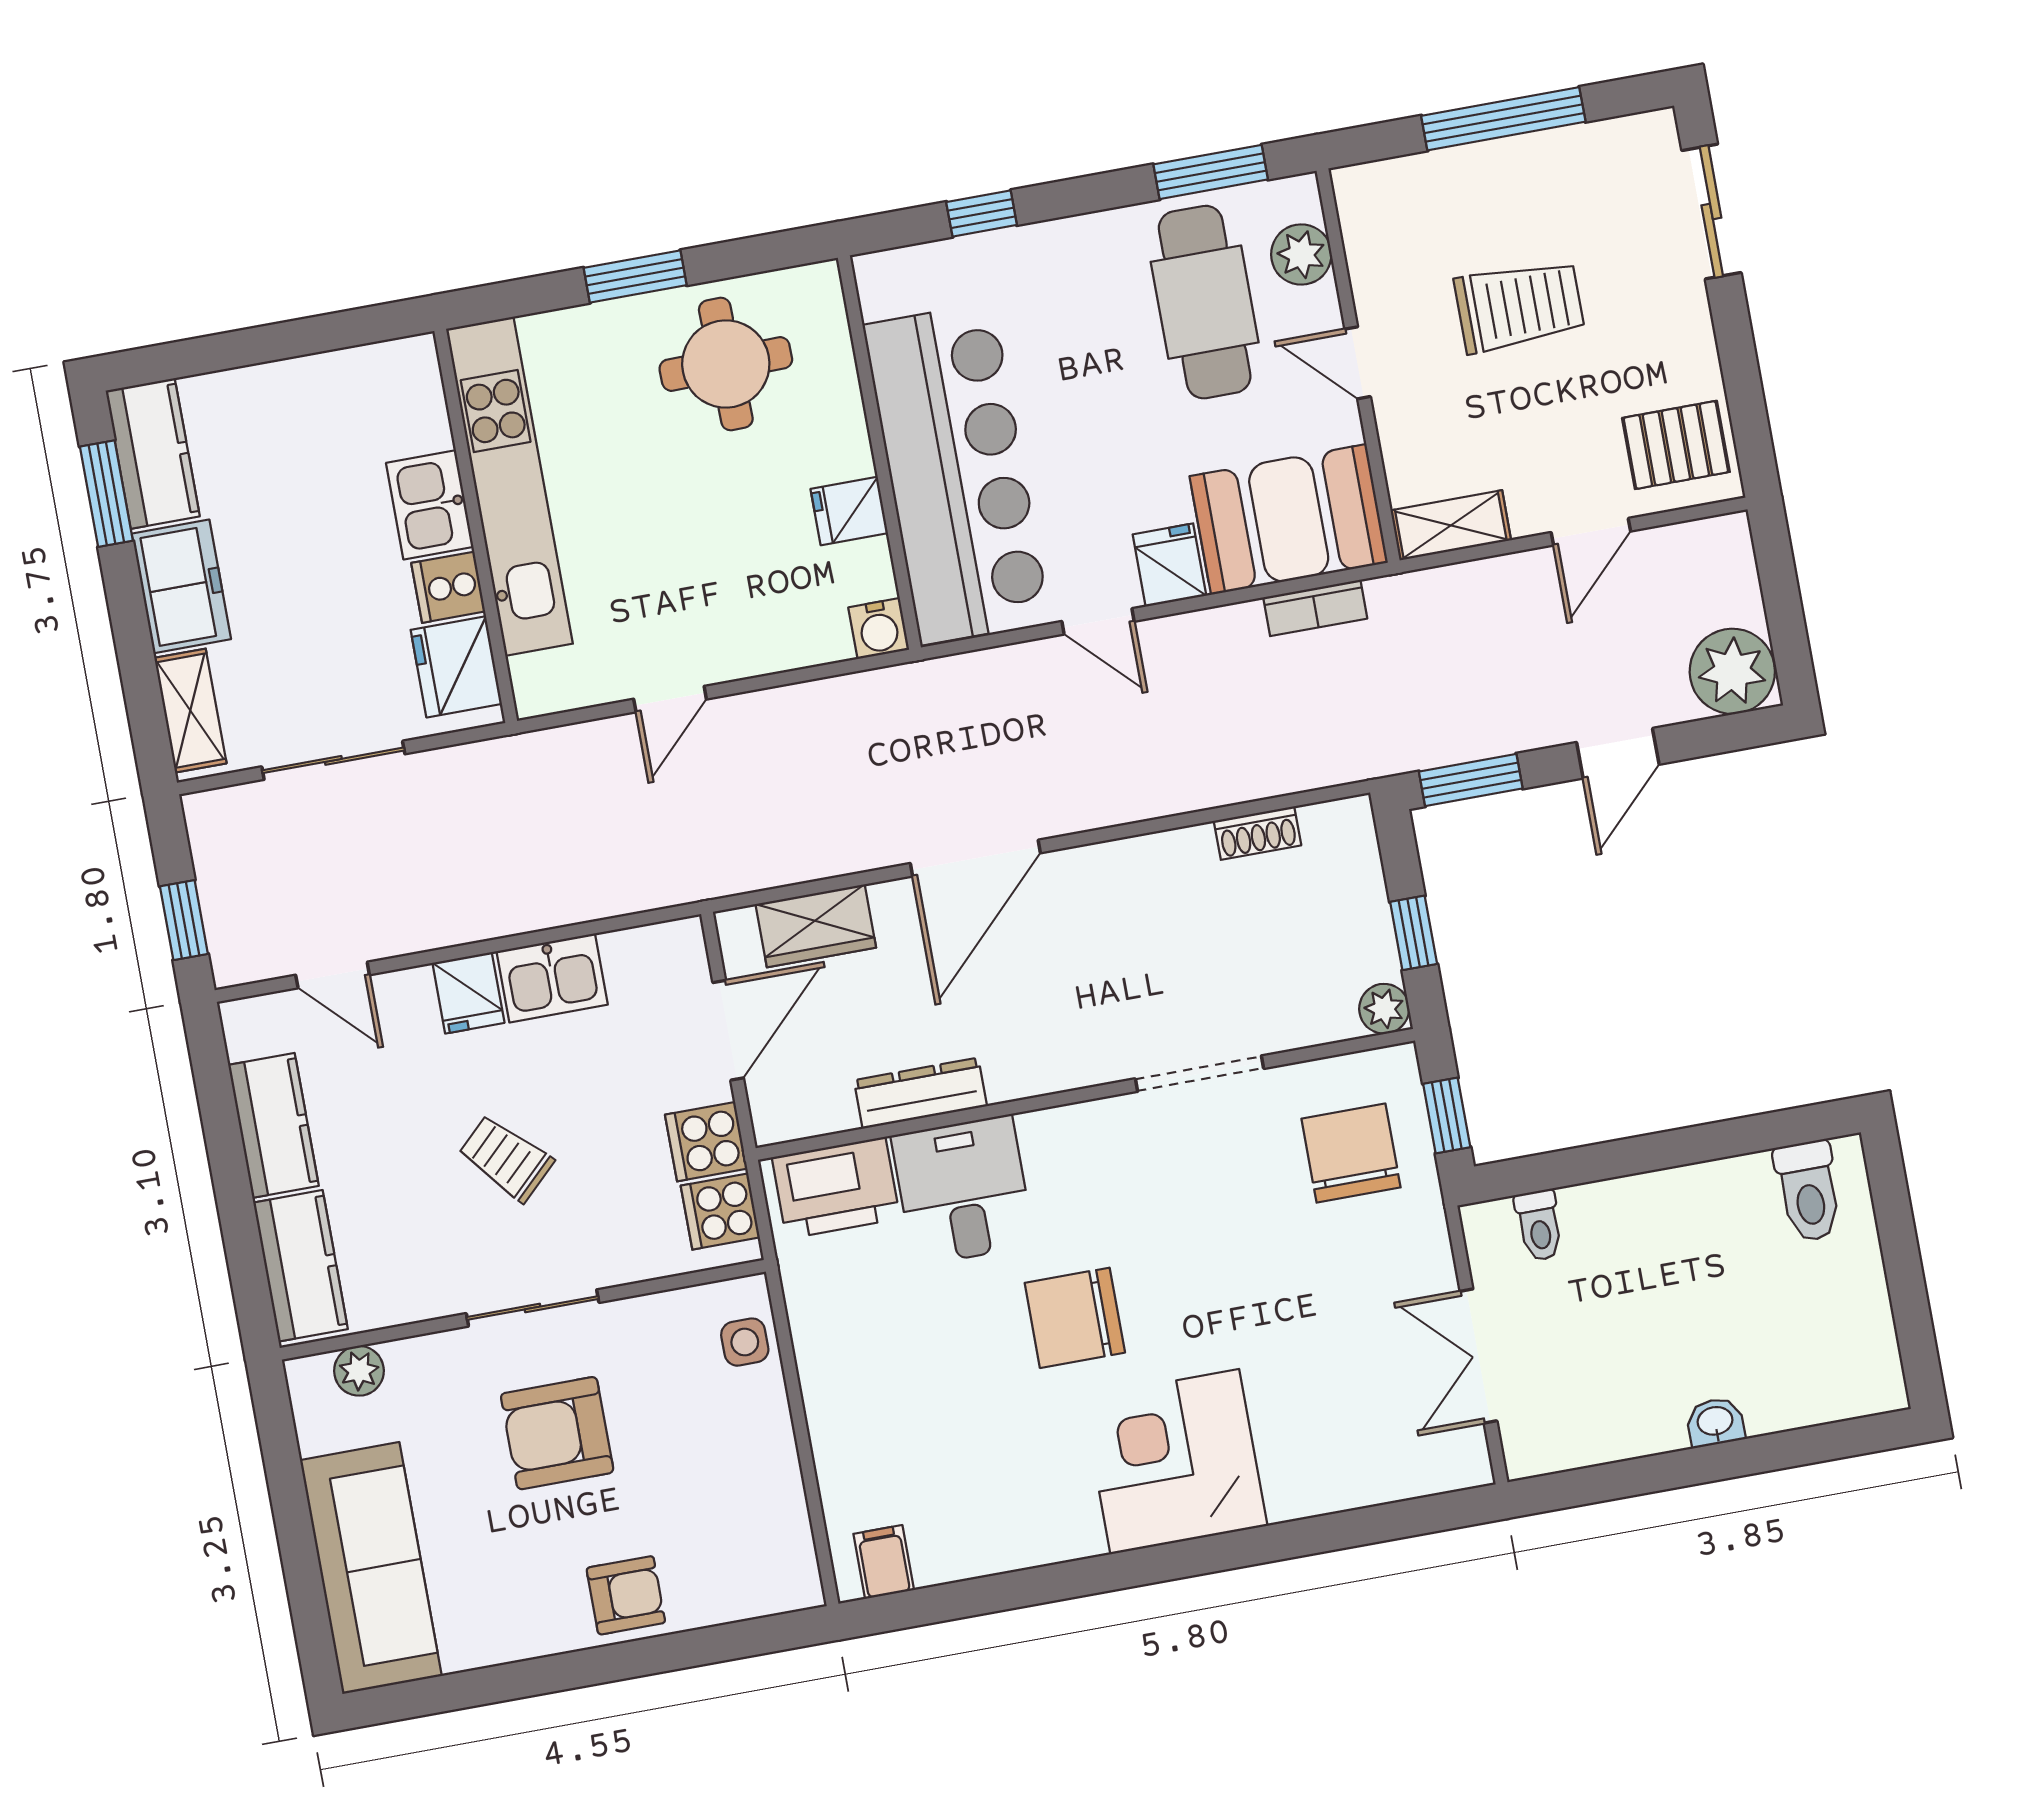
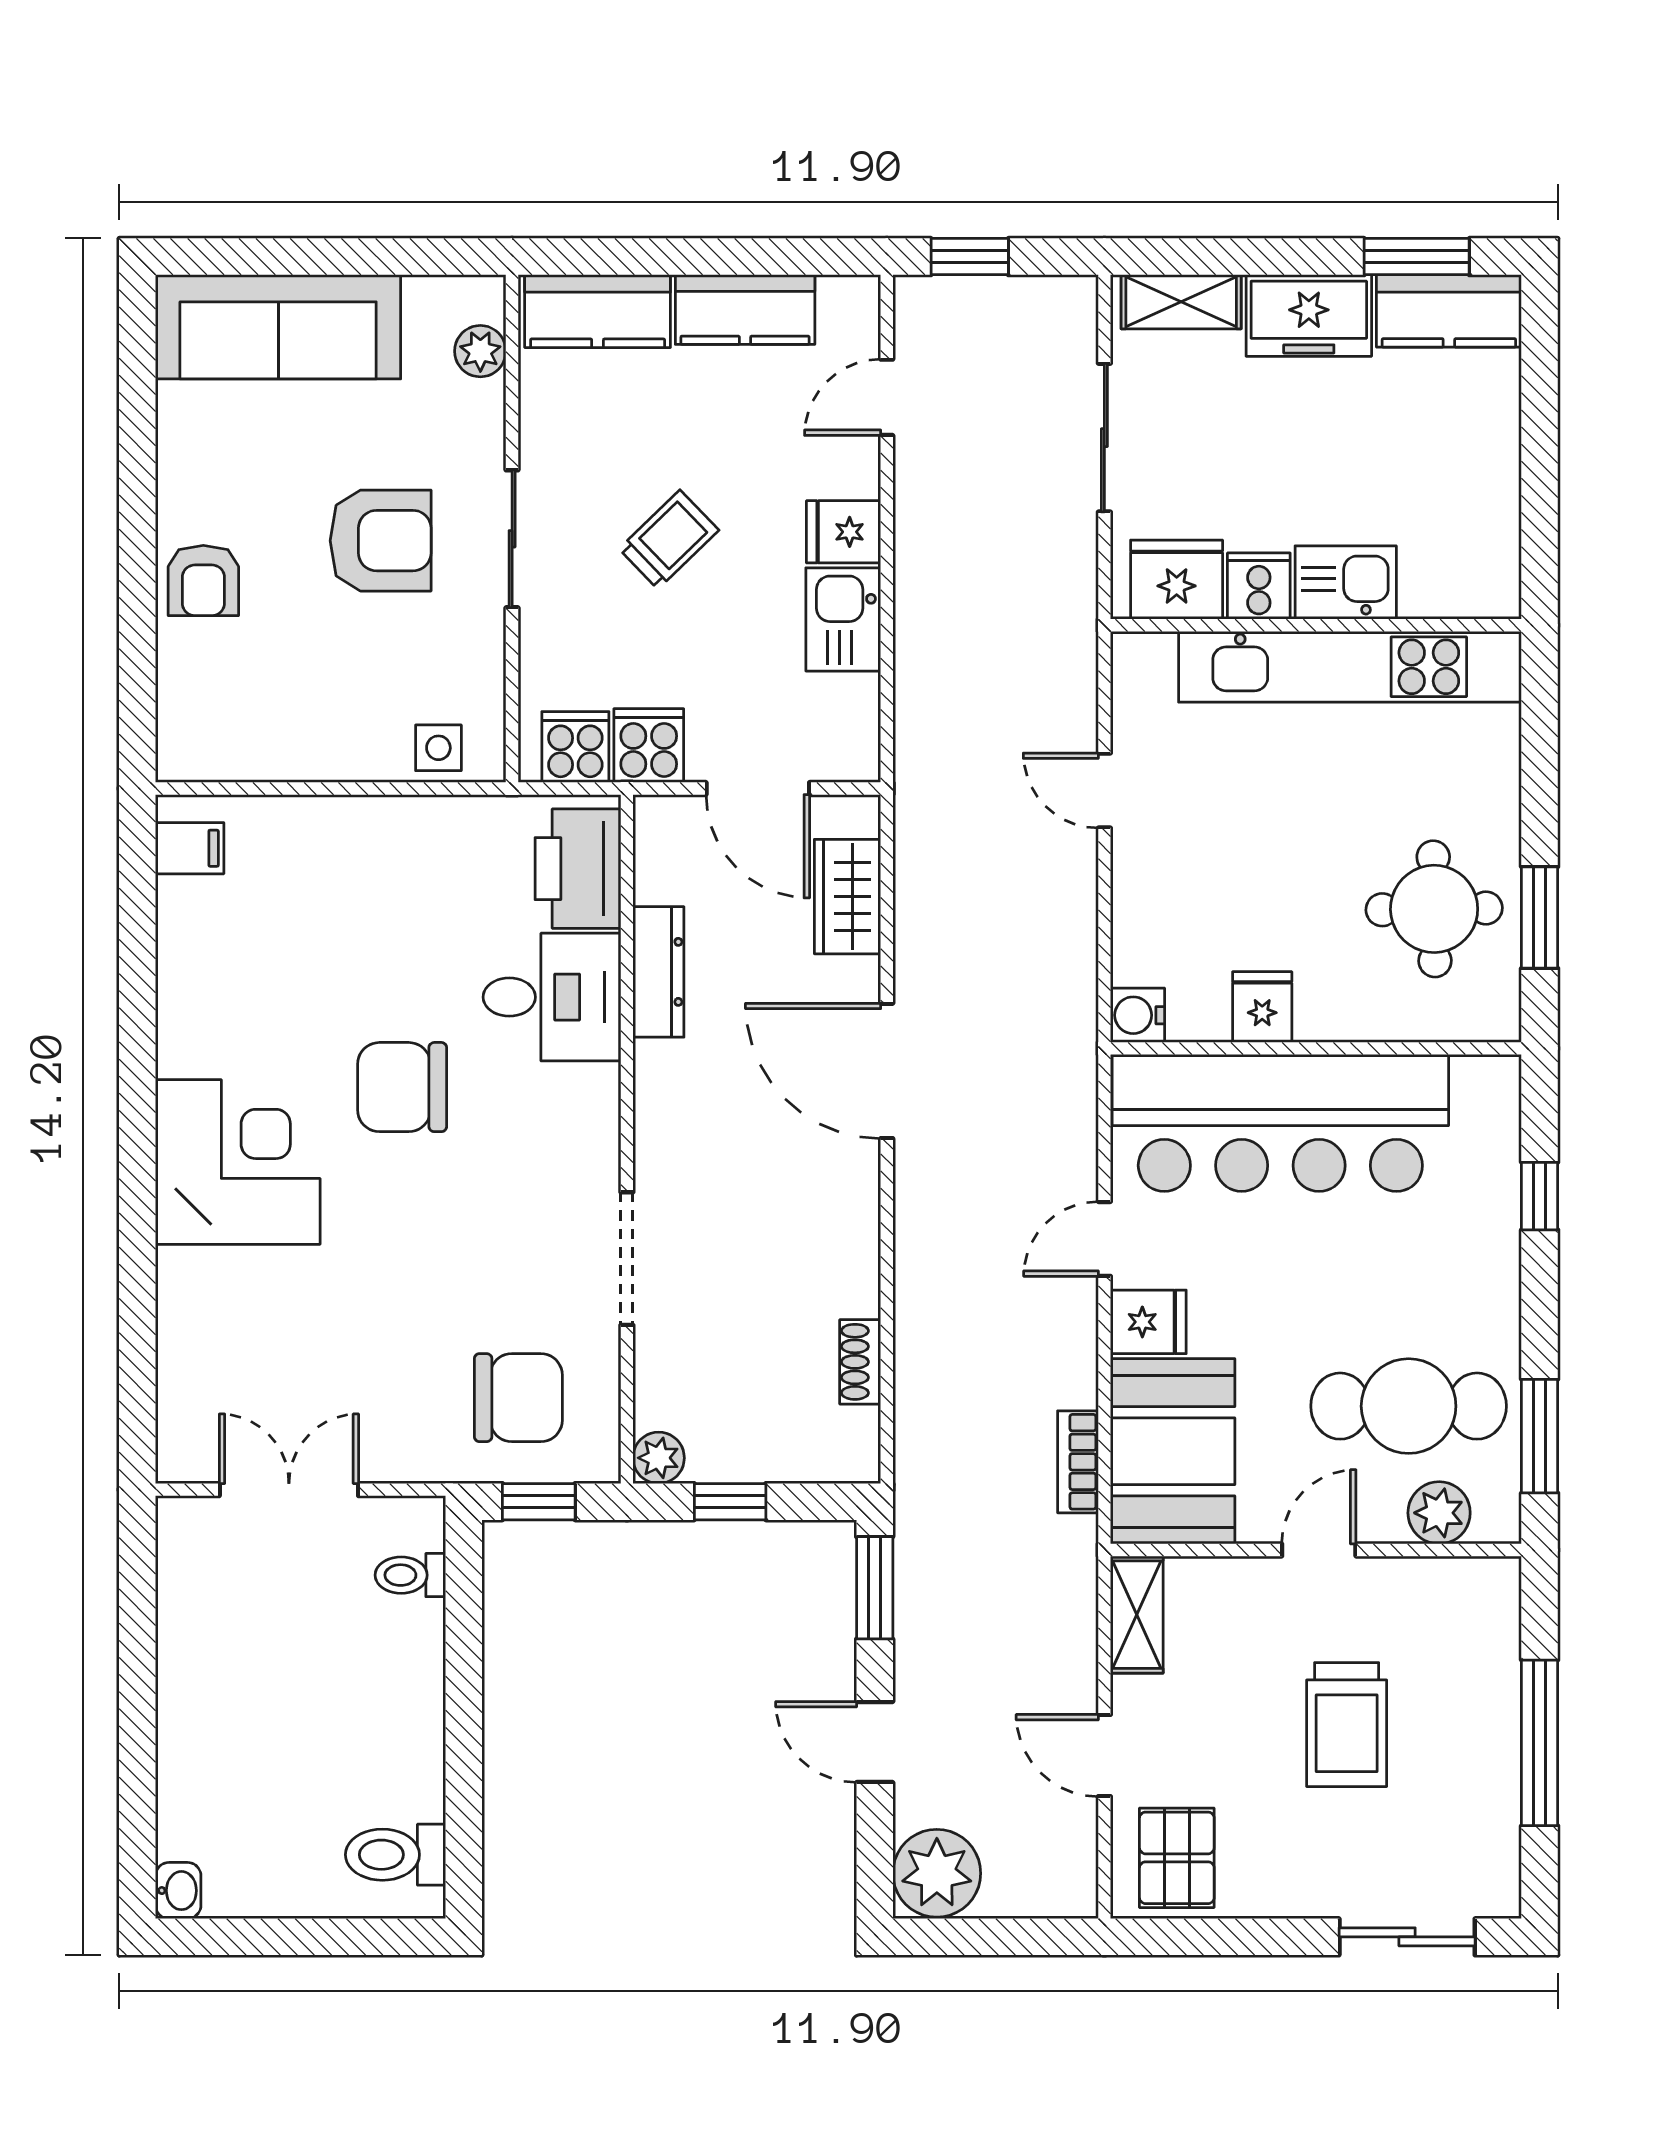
window: (635, 277) -> (1540, 917), moved
chair: (1075, 1318) -> (402, 1087), turned -90
washbasin: (1715, 1422) -> (178, 1891), moved
armchair: (557, 1433) -> (381, 541), turned 90

